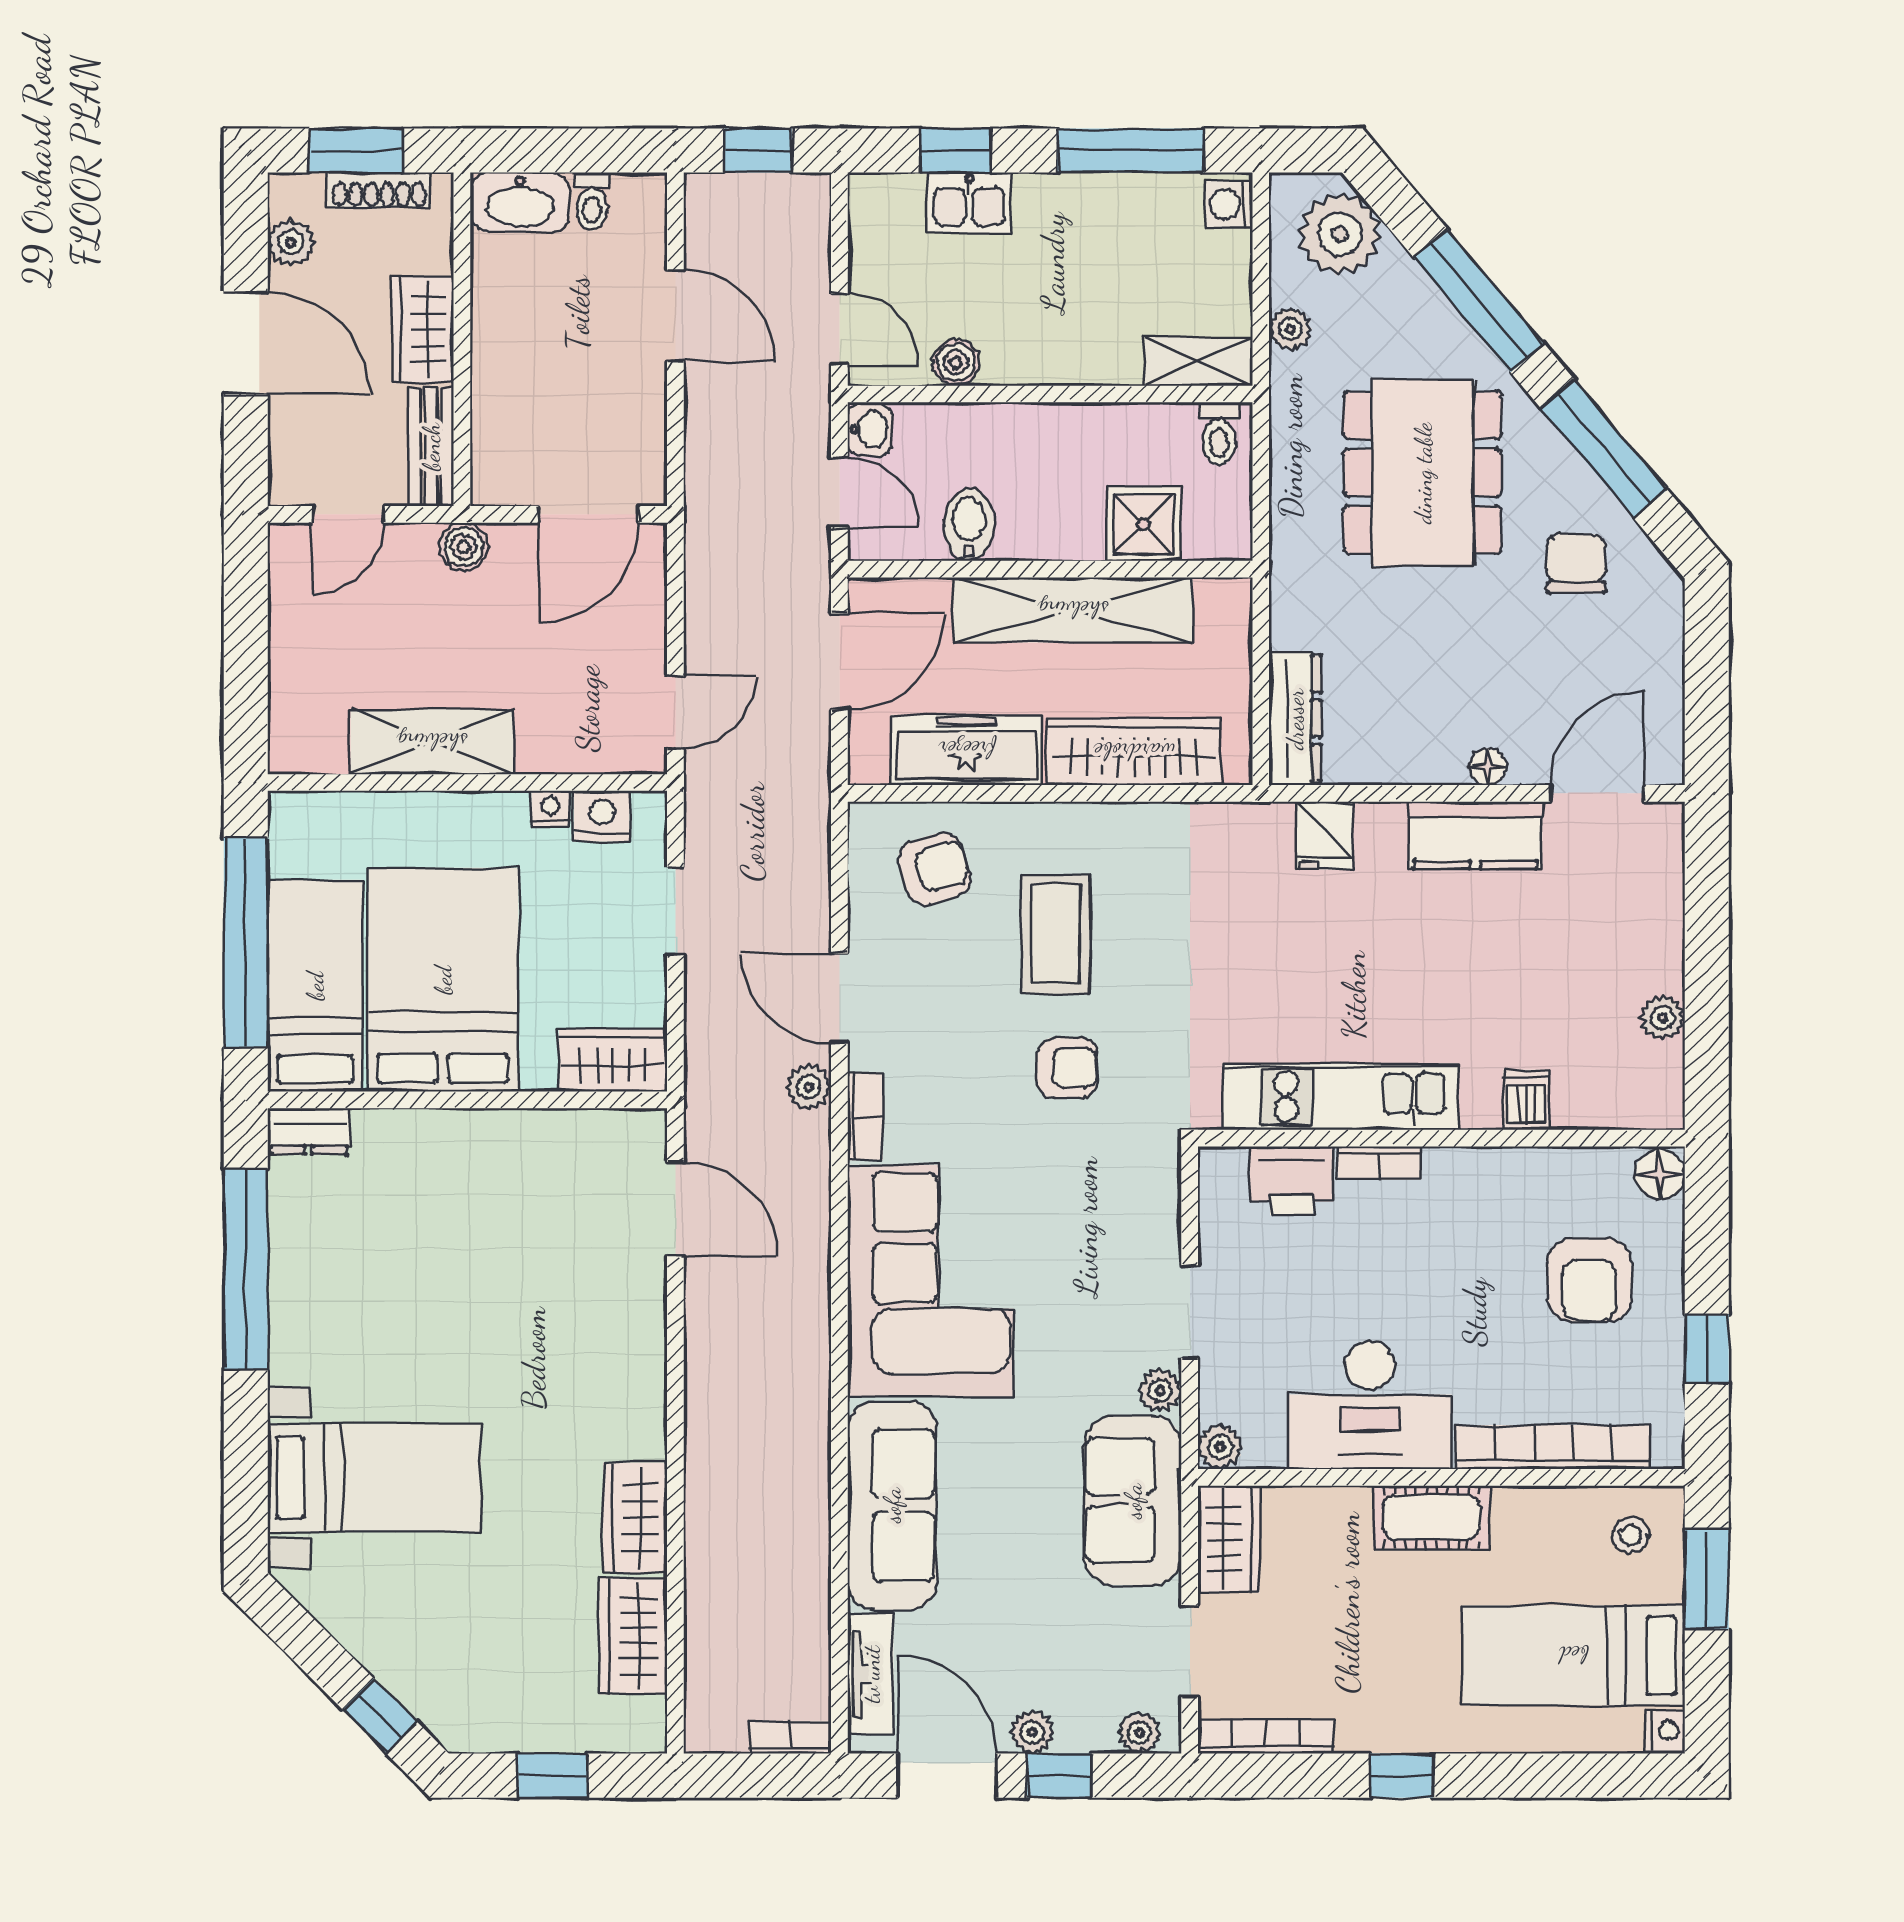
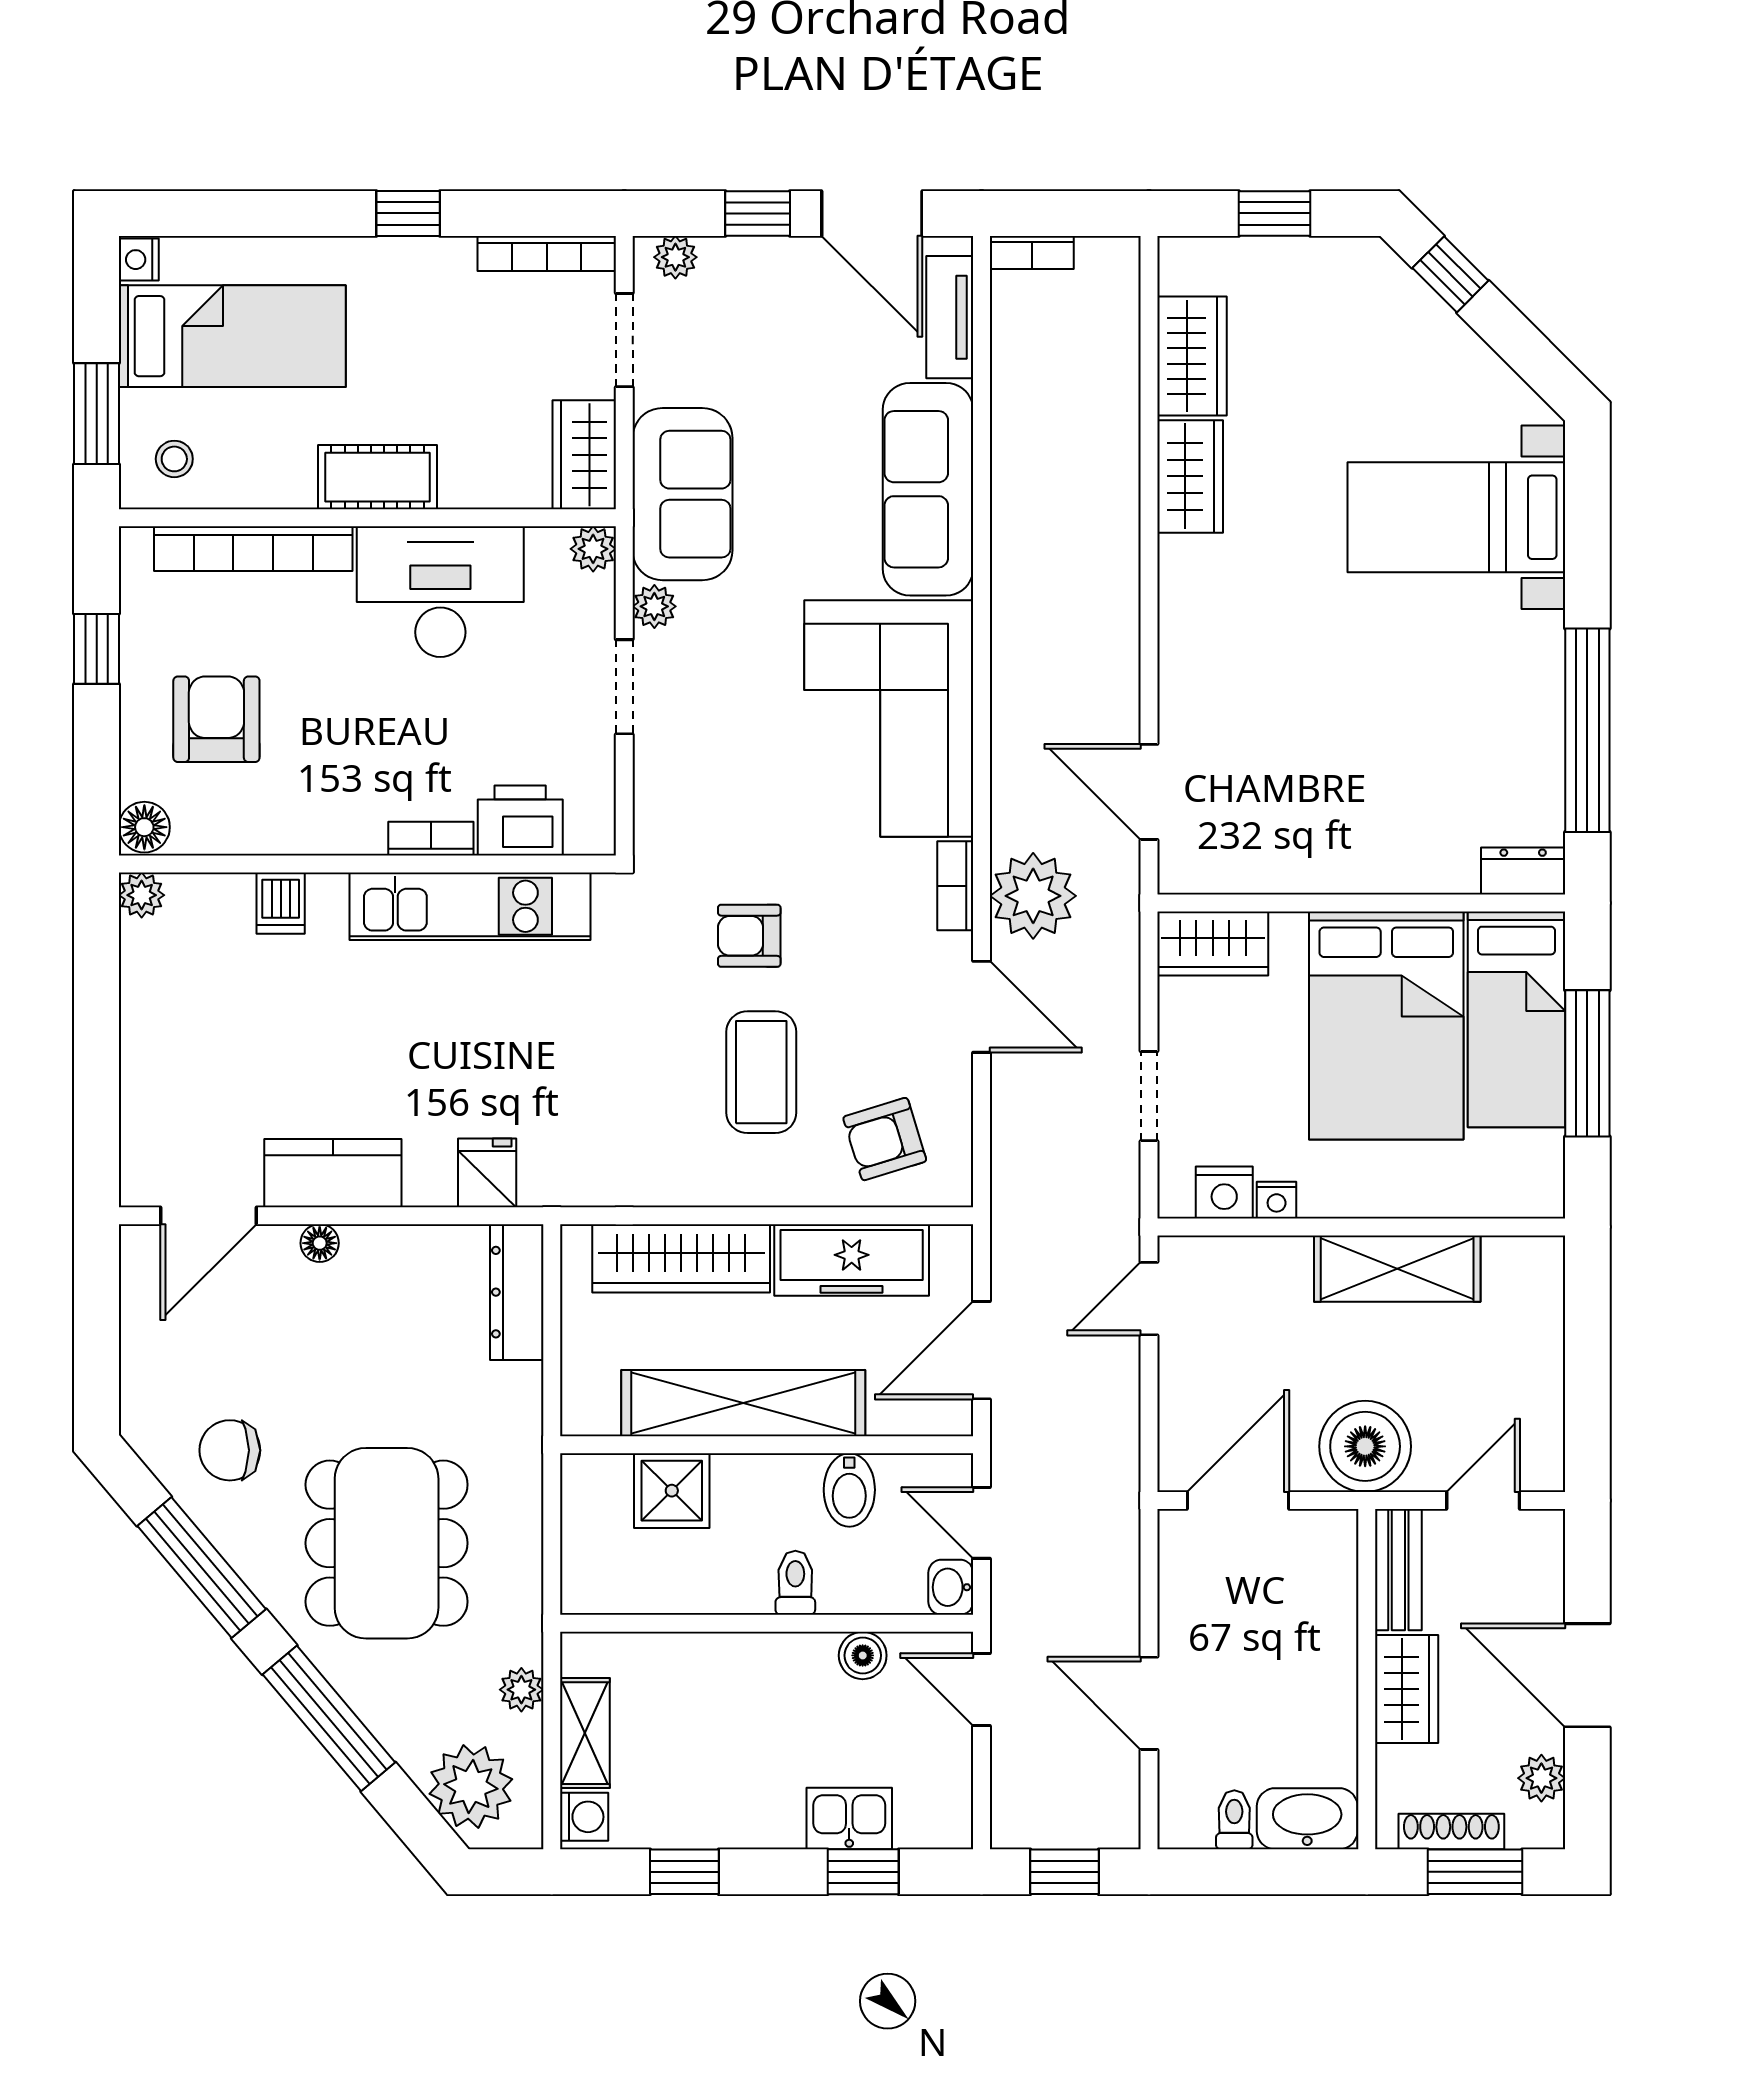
window: (1131, 151) -> (684, 1872), width x0.46
shelving: (1199, 361) -> (585, 1733), moved, turned 90
toilet: (1219, 434) -> (795, 1583), moved
boiler: (464, 547) -> (1365, 1446), width x1.86, depth x1.86
chair: (1576, 564) -> (230, 1450), turned 90
window: (246, 943) -> (1587, 1063), width x0.68
plant: (1663, 1018) -> (142, 895), moved
plant: (809, 1087) -> (1033, 896), width x1.87, depth x1.87
plant: (1033, 1732) -> (785, 258), removed

